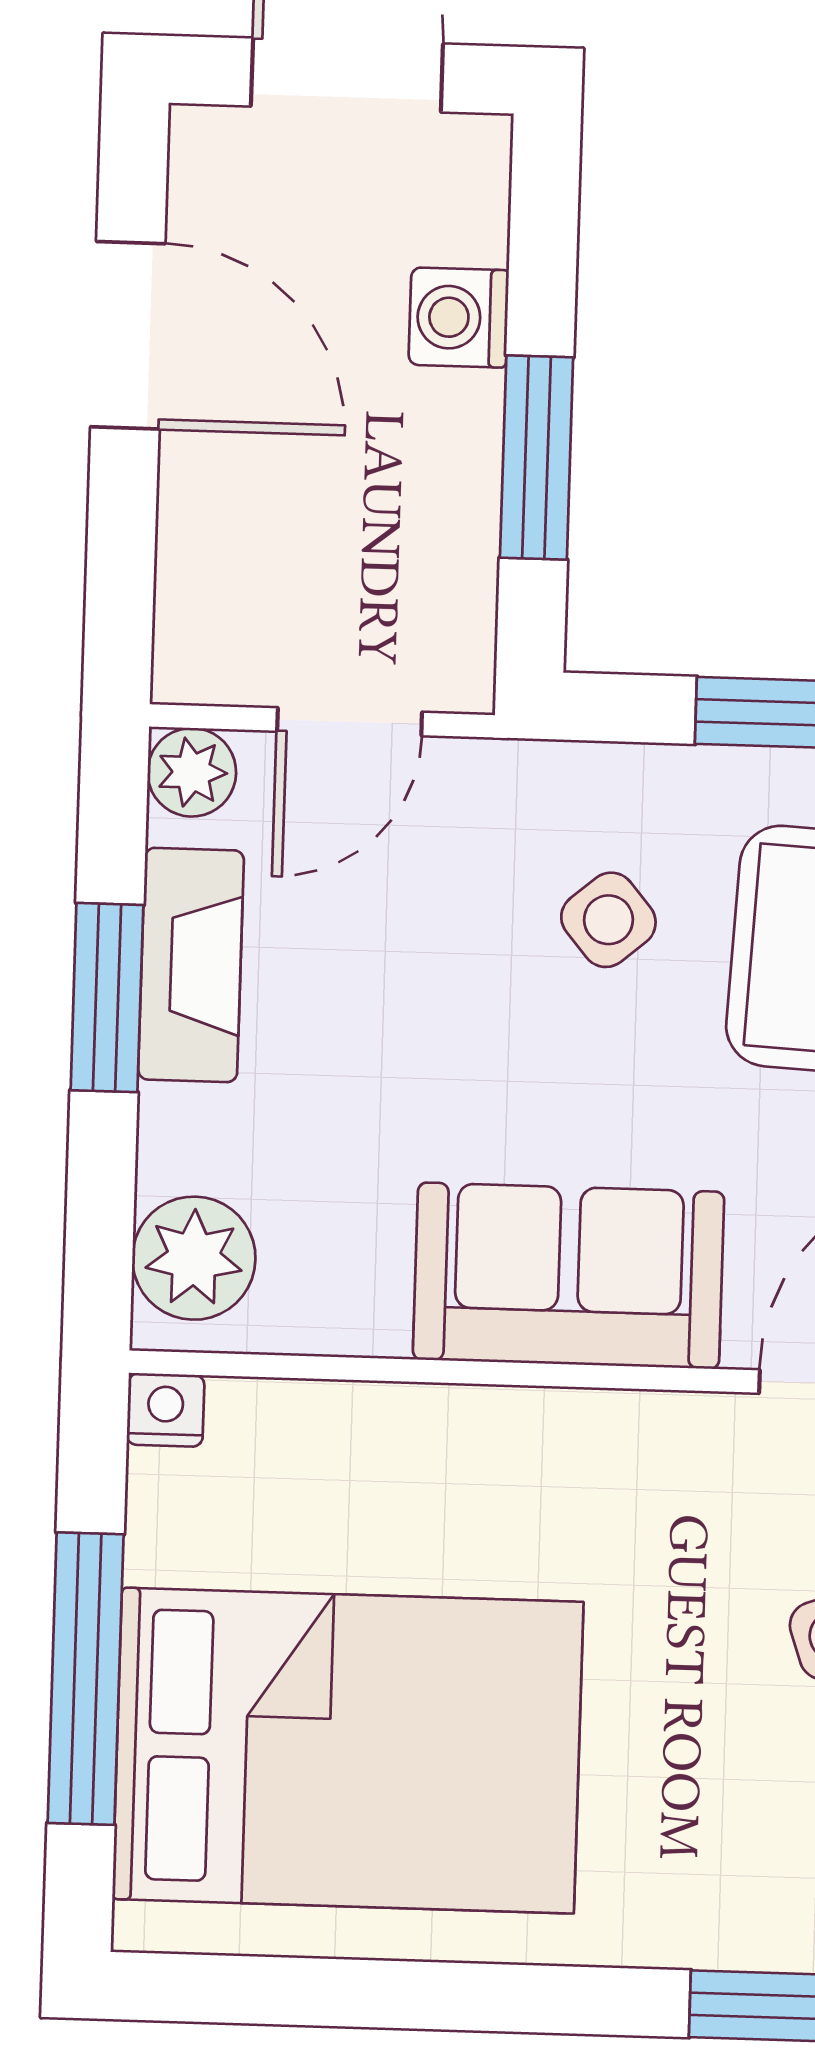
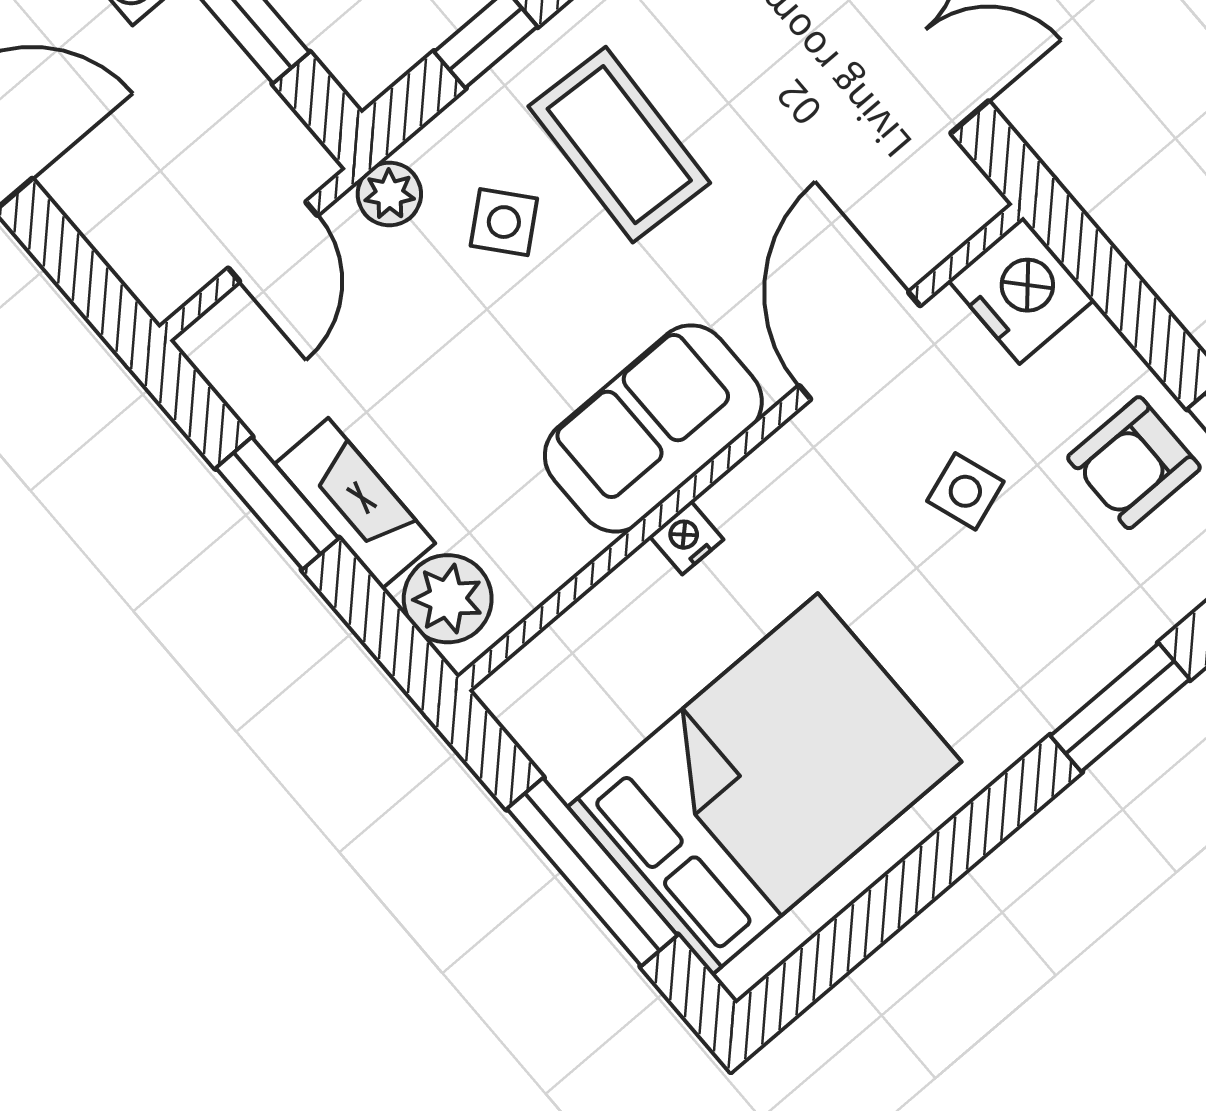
plant: (192, 772) -> (389, 194), moved
fireplace: (191, 965) -> (355, 503), moved
nightstand: (165, 1410) -> (686, 538), moved

